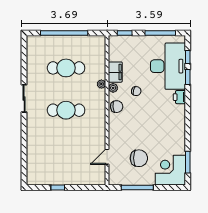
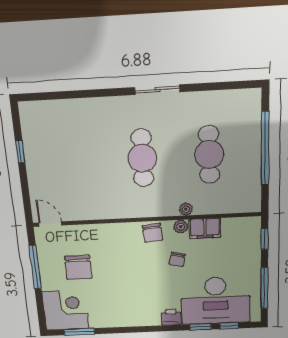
door: (107, 157) -> (50, 224), moved

